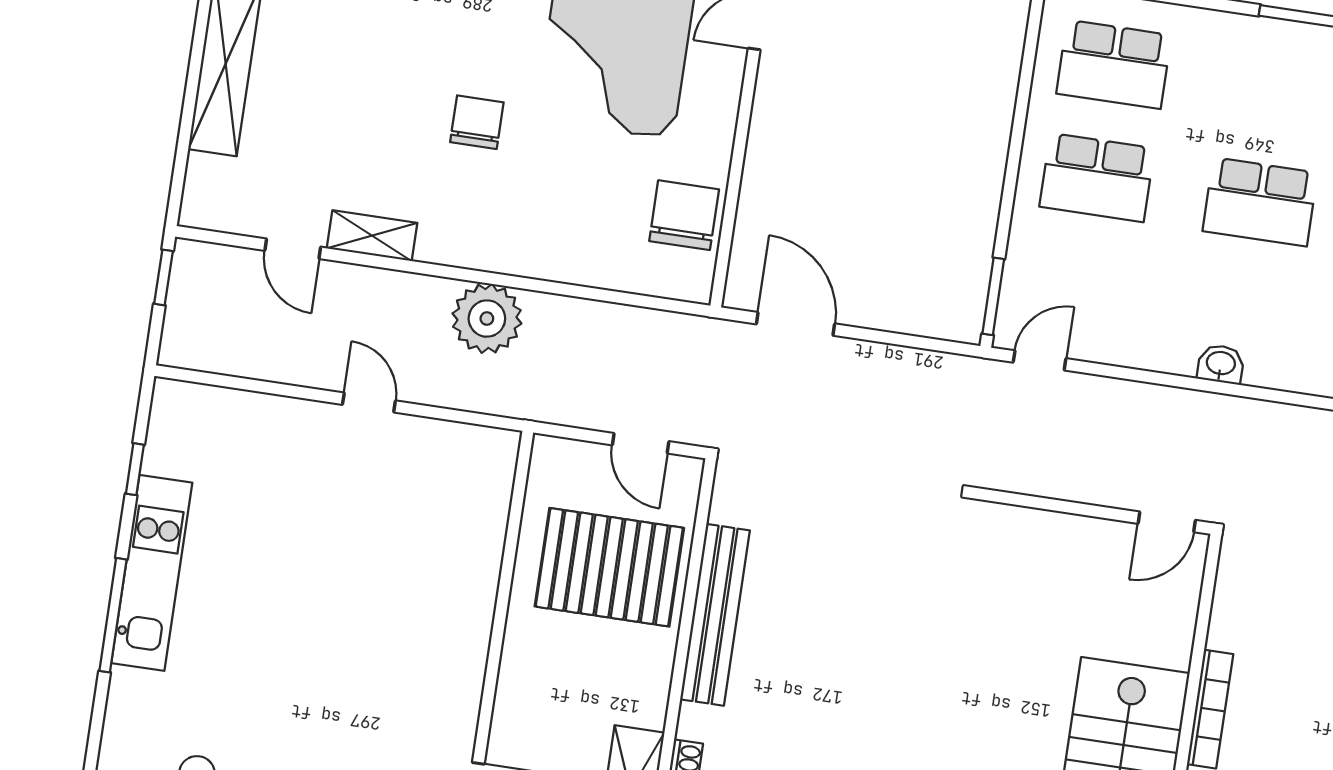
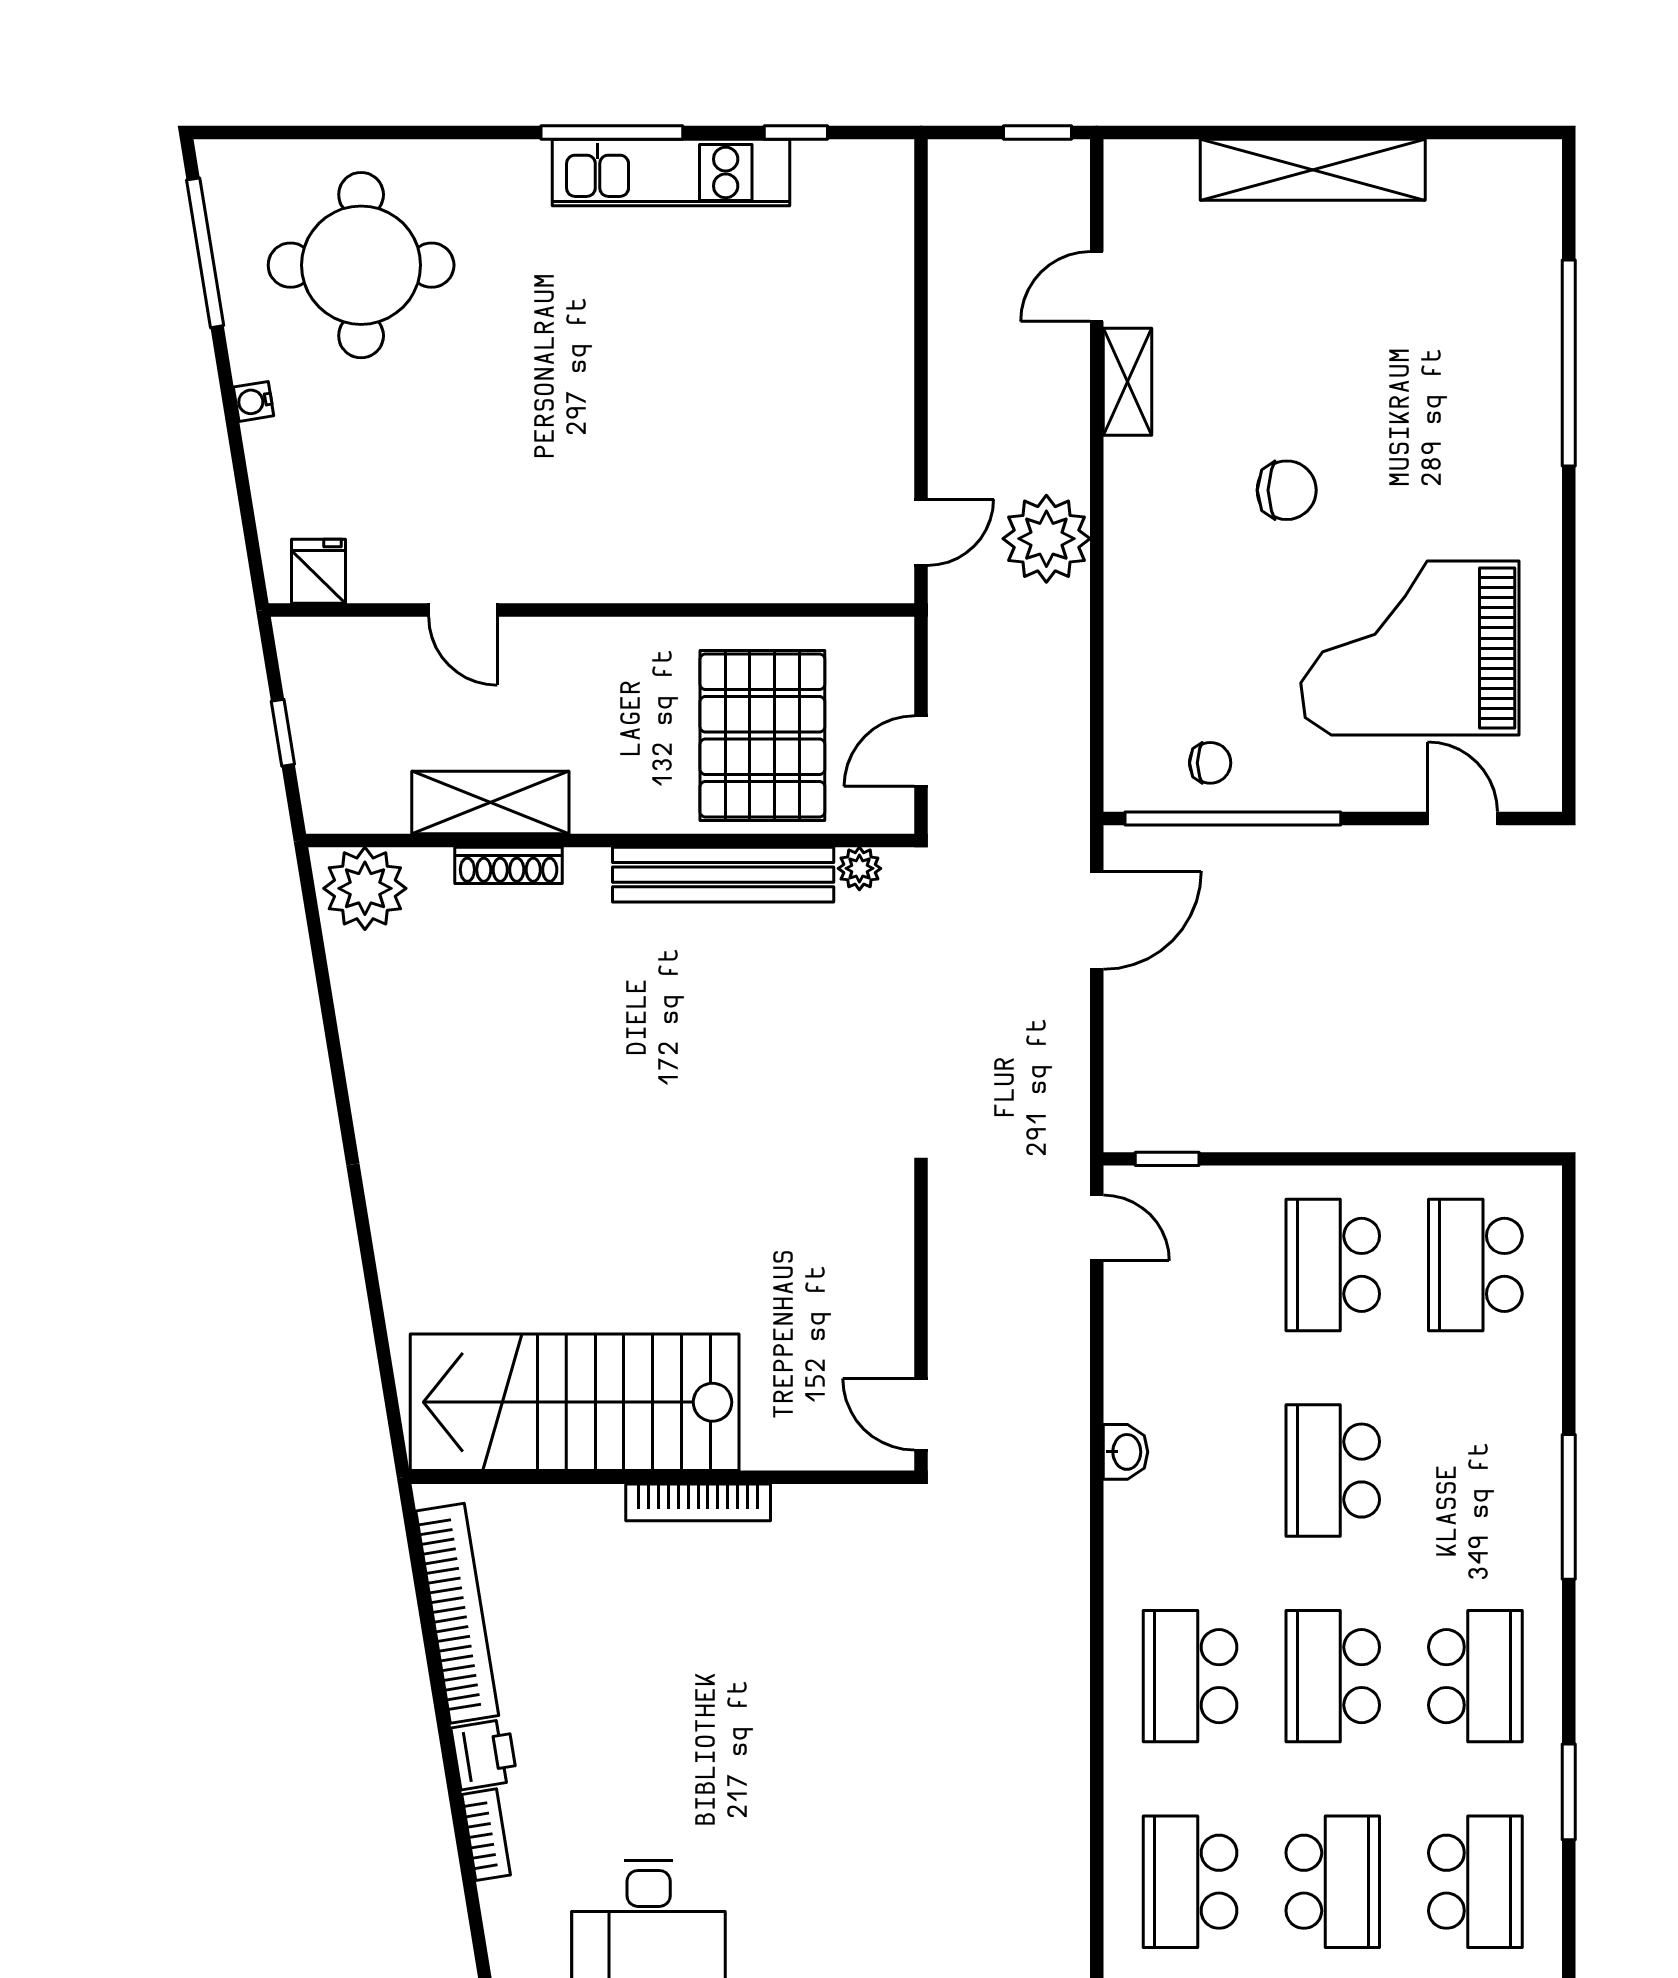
window: (731, 204) -> (1233, 819), added
chair: (684, 215) -> (1210, 763), width x0.54, depth x0.54
window: (993, 296) -> (1167, 1159), width x0.67
door: (369, 403) -> (921, 532), moved
plant: (726, 506) -> (859, 868), added

